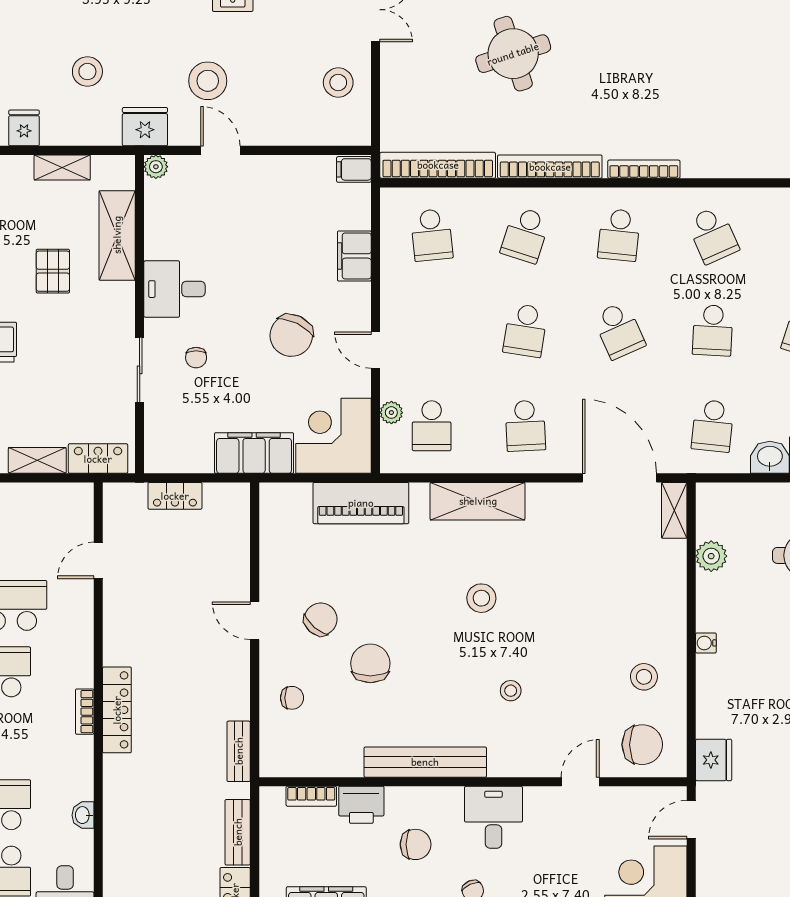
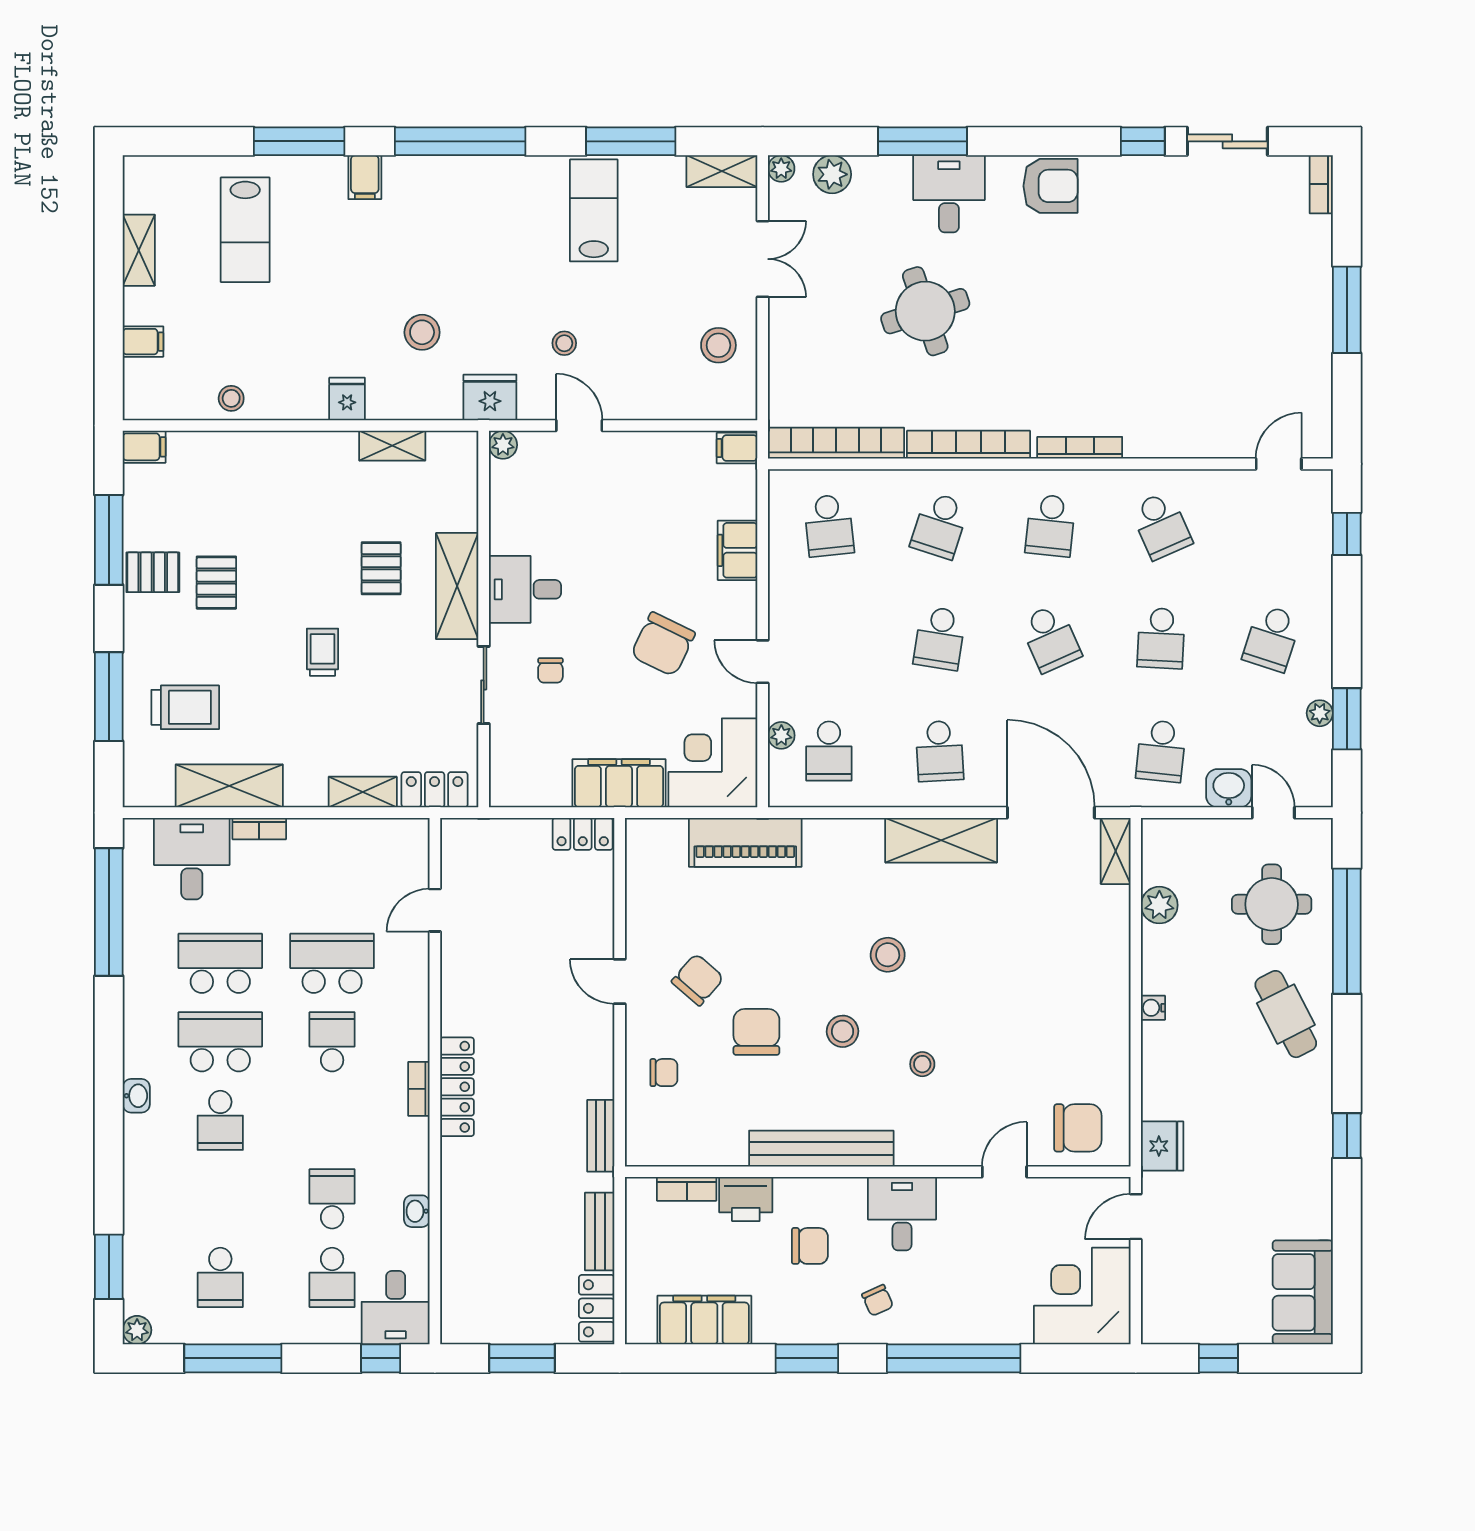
stool: (208, 81) -> (564, 343), width x0.53, depth x0.53
shelving: (117, 235) -> (457, 586), moved
locker: (175, 496) -> (583, 834), moved
shelving: (478, 501) -> (941, 840), moved
stool: (644, 677) -> (843, 1031), moved

